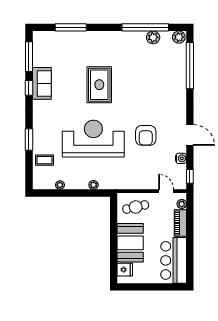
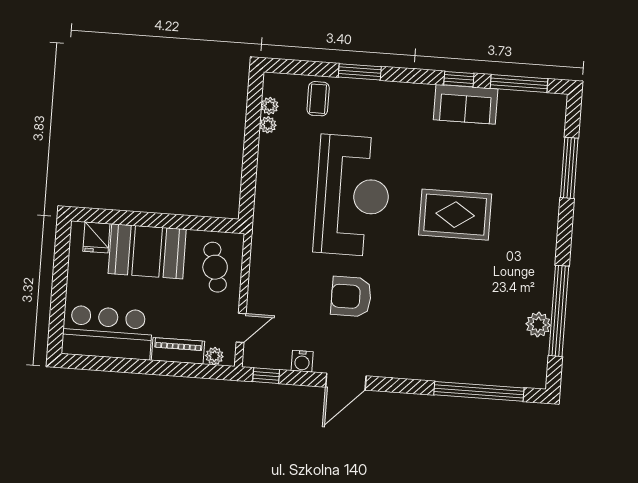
plant: (179, 37) -> (535, 374), removed
plant: (94, 185) -> (270, 106), moved

